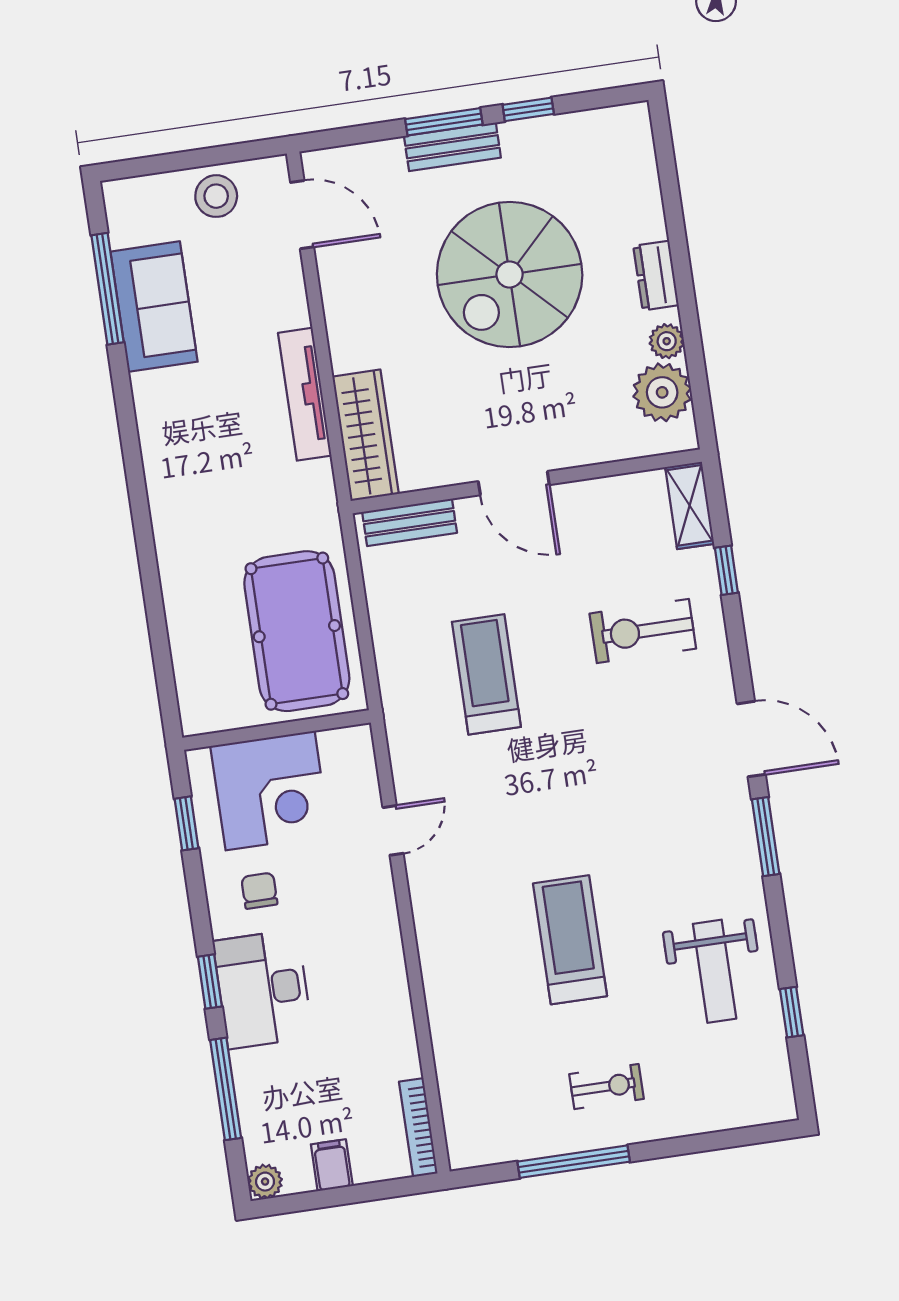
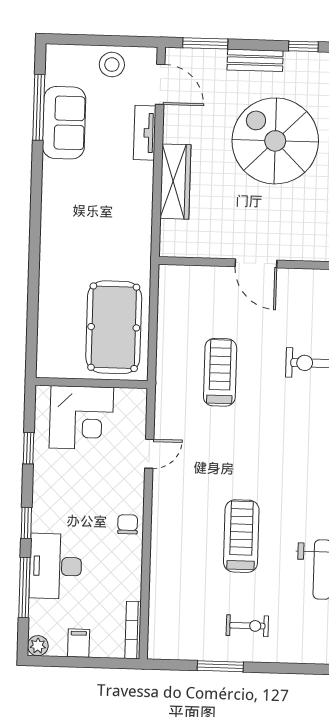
window: (444, 122) -> (205, 43), moved
spiral stairs: (510, 274) -> (275, 141), turned 90
tv unit: (305, 394) -> (145, 133), moved, width x0.71
wardrobe: (366, 435) -> (175, 182), moved
bench: (410, 522) -> (191, 275), removed
window: (186, 823) -> (29, 448), moved
chair: (259, 891) -> (128, 524), moved
desk: (263, 989) -> (56, 566), moved
window: (574, 1162) -> (220, 666), width x0.69

